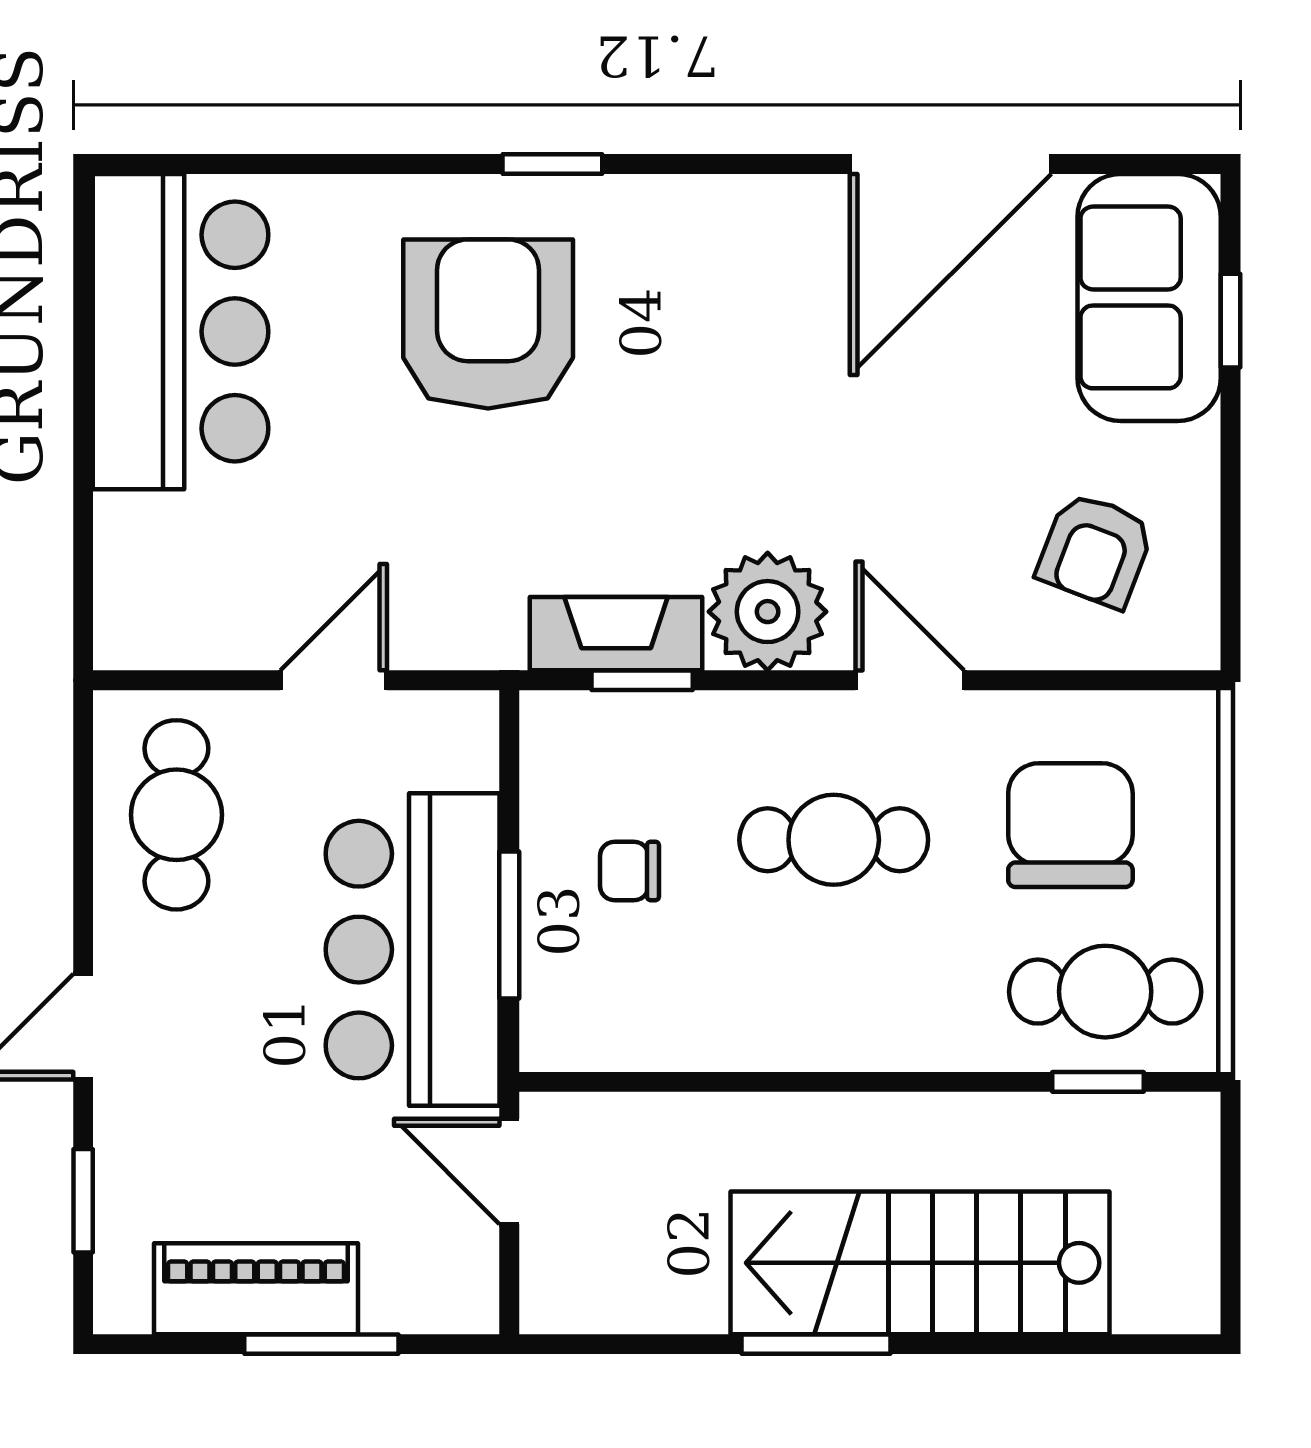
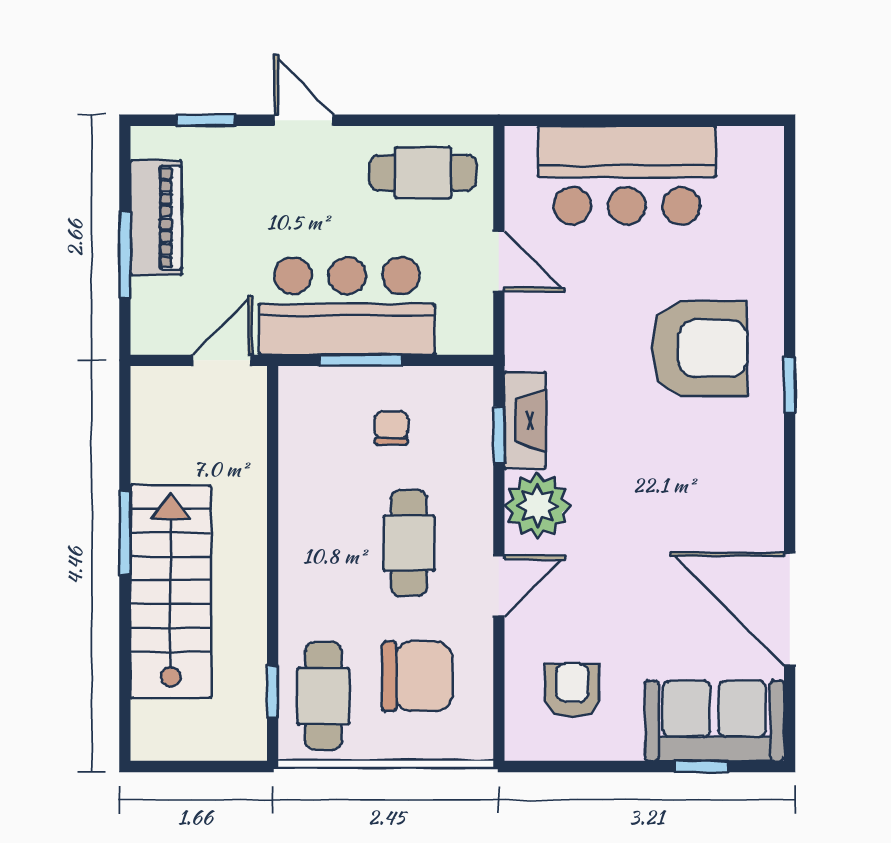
bar counter: (181, 332) -> (627, 175), moved
armchair: (1095, 550) -> (572, 690), turned 69

